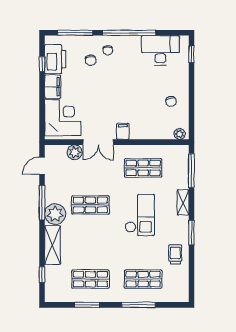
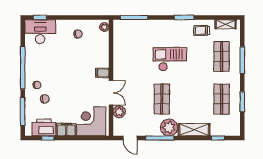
desk: (160, 50) -> (40, 32), moved, turned 90
shop shelf: (143, 168) -> (132, 57), removed
shelving: (183, 202) -> (226, 24), moved

